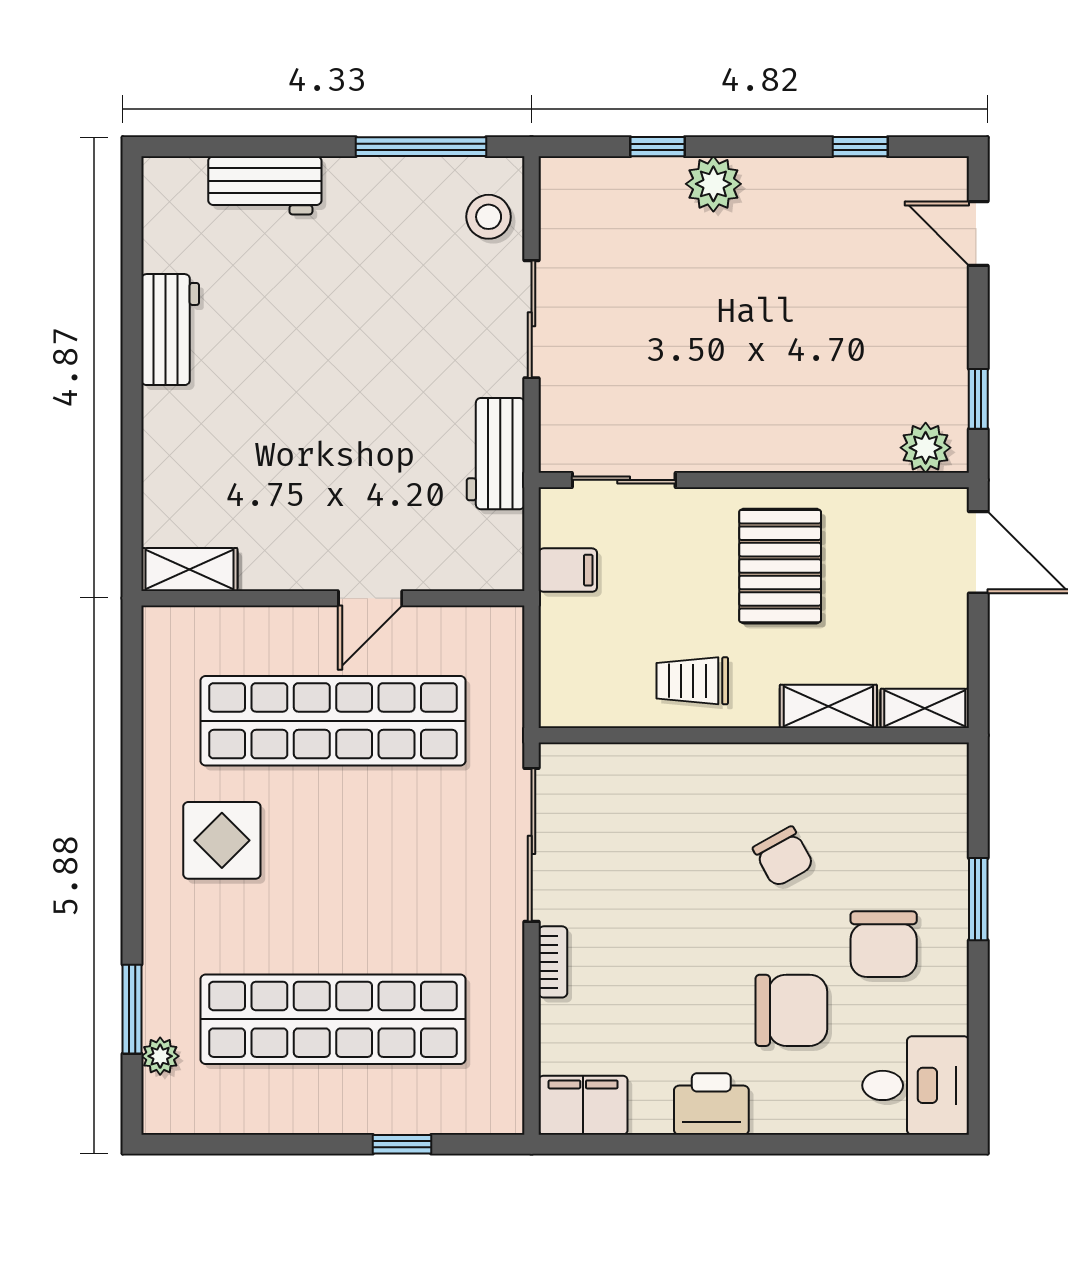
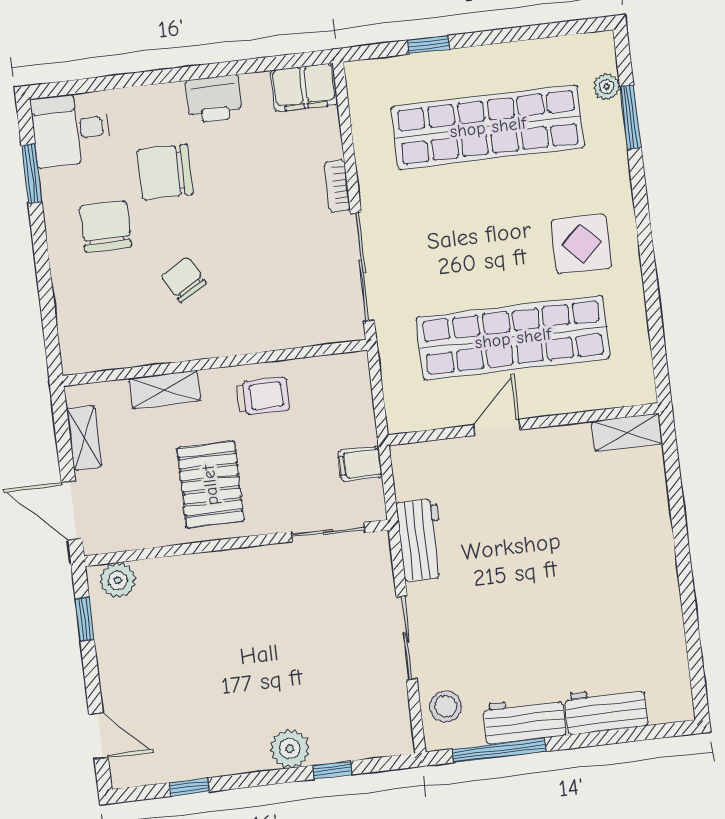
workbench: (170, 330) -> (524, 720), moved, turned 90
shelving: (925, 708) -> (84, 438), moved, turned 90
window: (978, 899) -> (32, 173), moved

